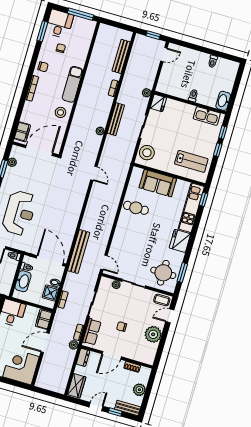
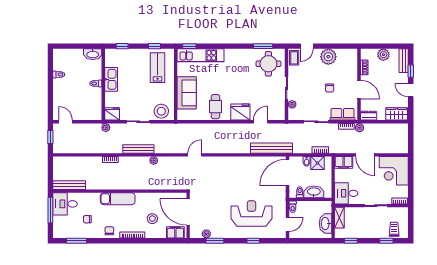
desk: (59, 24) -> (65, 204), moved
bench: (121, 56) -> (69, 185), moved
stool: (60, 112) -> (152, 219), moved
kitchen sink: (207, 116) -> (111, 79), moved
window: (218, 150) -> (154, 46), moved
fridge: (180, 241) -> (240, 112), moved, turned 180
door: (104, 262) -> (261, 122), moved
door: (170, 316) -> (307, 46), hinge flipped

